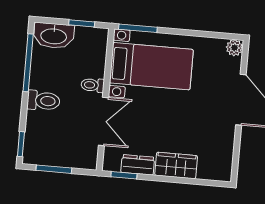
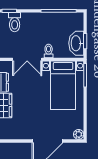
washbasin: (54, 36) -> (76, 43), moved
toilet: (43, 101) -> (15, 22), moved

